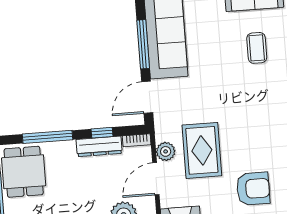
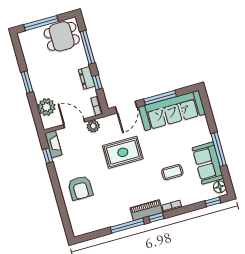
door: (147, 97) -> (126, 107), swing flipped
dresser: (99, 146) -> (87, 78), width x0.70
rug: (202, 150) -> (123, 152), moved

